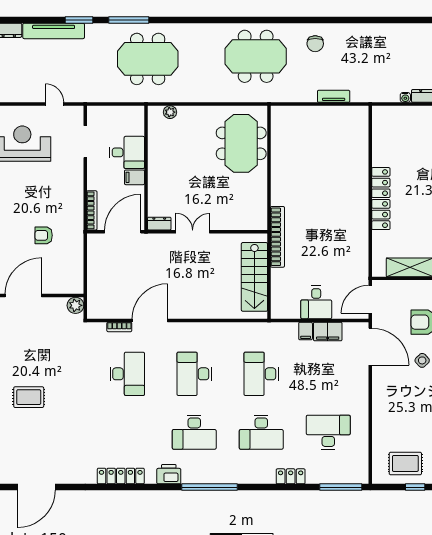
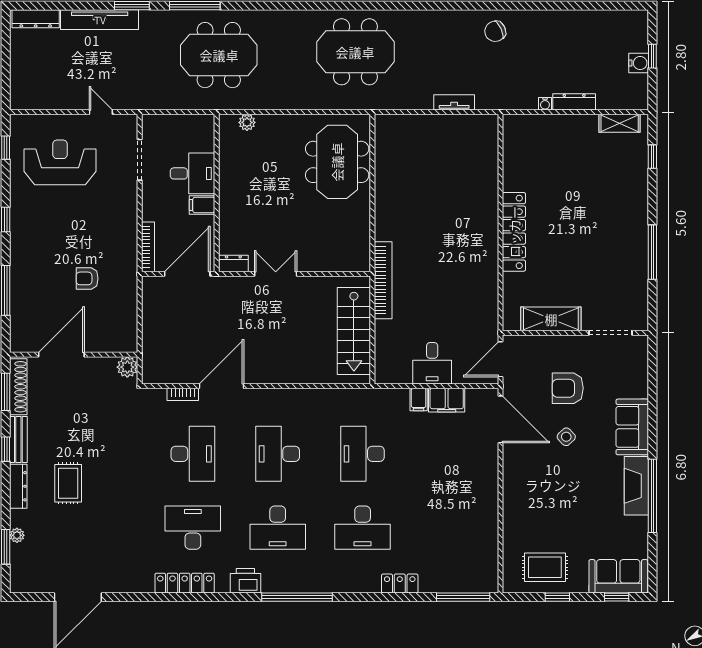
chair: (315, 44) -> (495, 31), moved, turned 65
rug: (29, 397) -> (68, 483), turned 90
desk: (328, 432) -> (193, 528), moved

